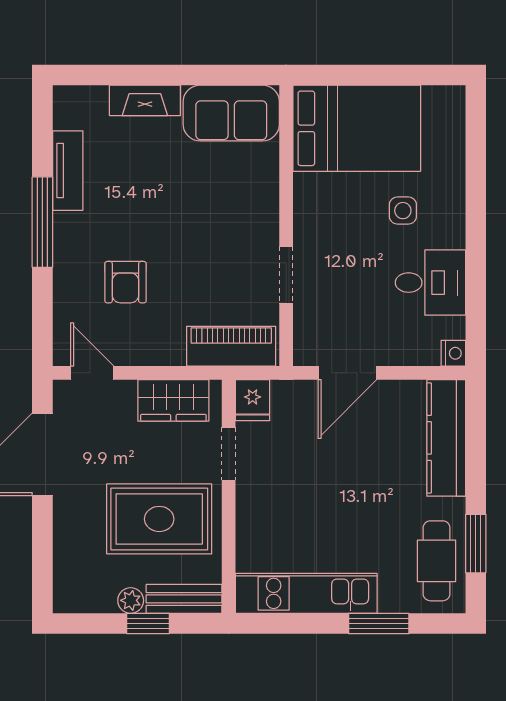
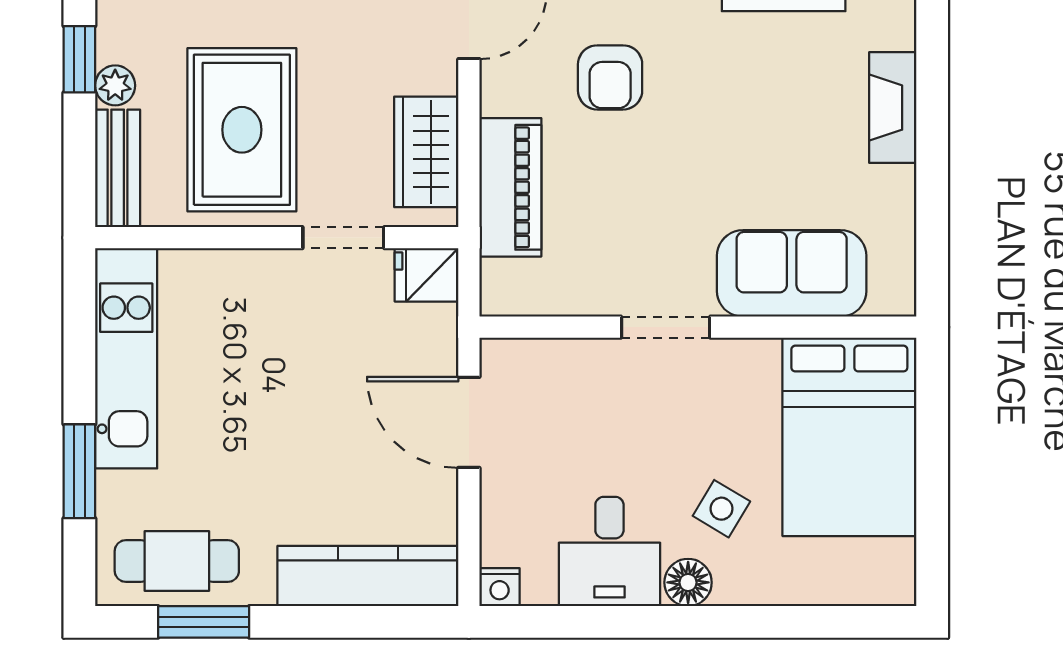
sofa: (231, 113) -> (792, 273), moved, turned 90
side table: (403, 211) -> (721, 509), turned 31
floor lamp: (450, 232) -> (688, 582), added
doorway: (286, 275) -> (666, 327), moved
armchair: (125, 282) -> (610, 77), turned -90
piano: (231, 346) -> (510, 187), moved
window: (148, 623) -> (79, 59), moved

